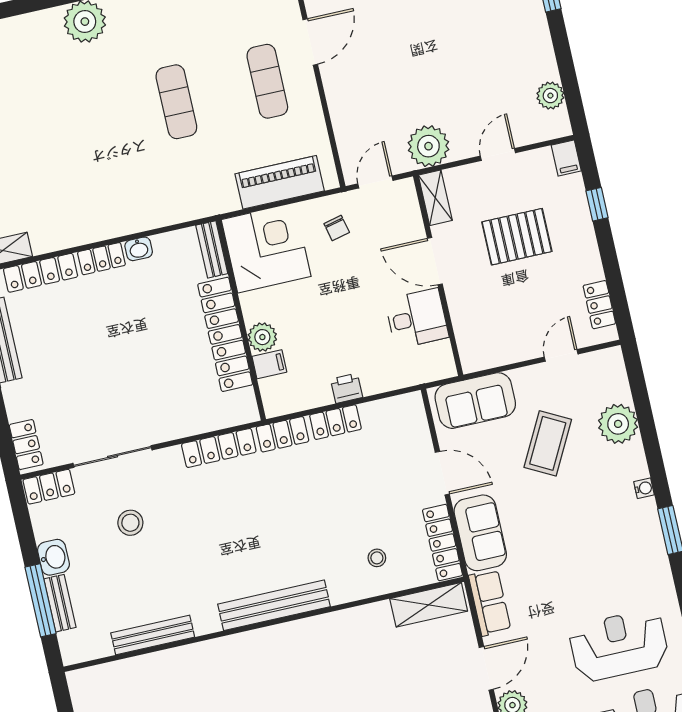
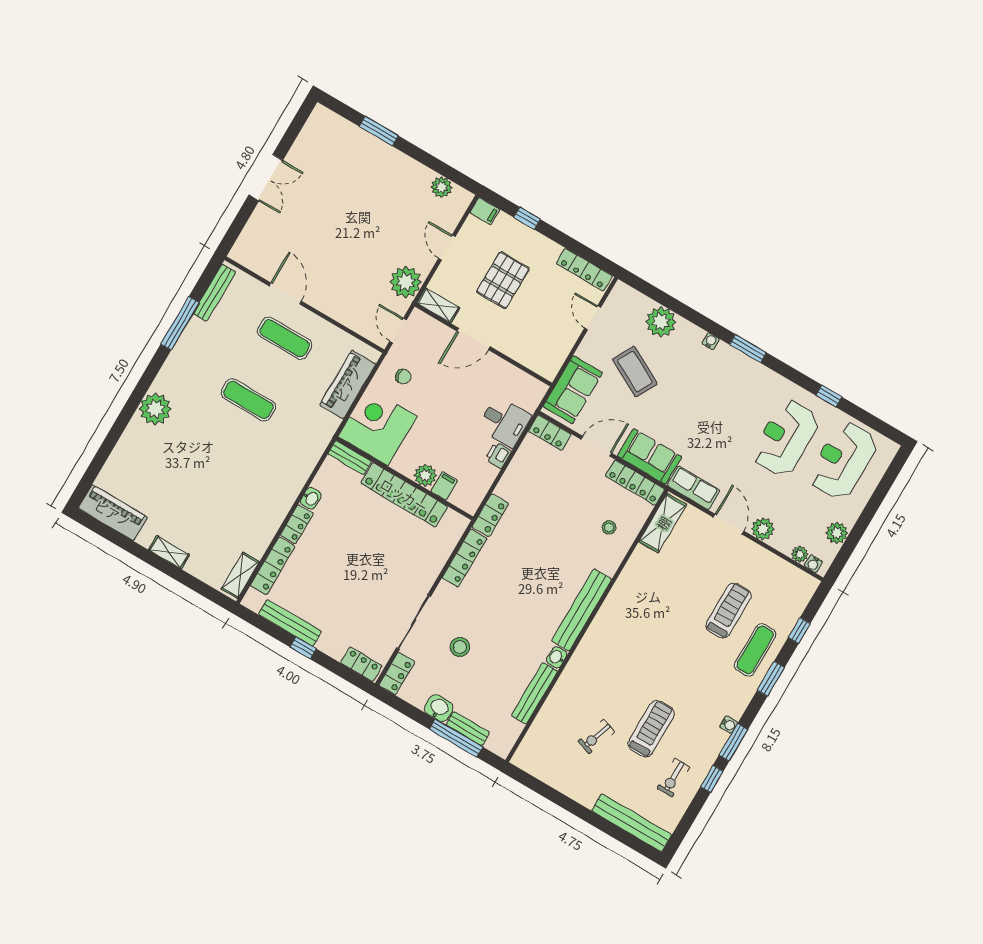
locker: (599, 305) -> (584, 270), width x1.53
desk: (417, 318) -> (504, 422), moved, turned 90
locker: (335, 422) -> (550, 433), moved, turned 90
washbasin: (207, 624) -> (557, 657), added

